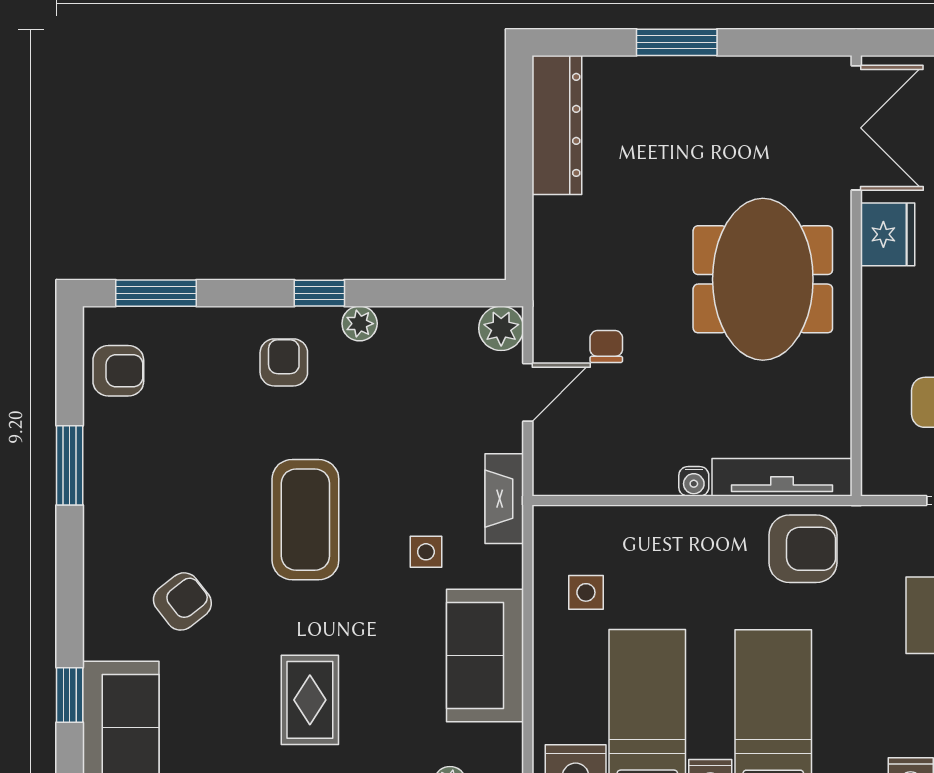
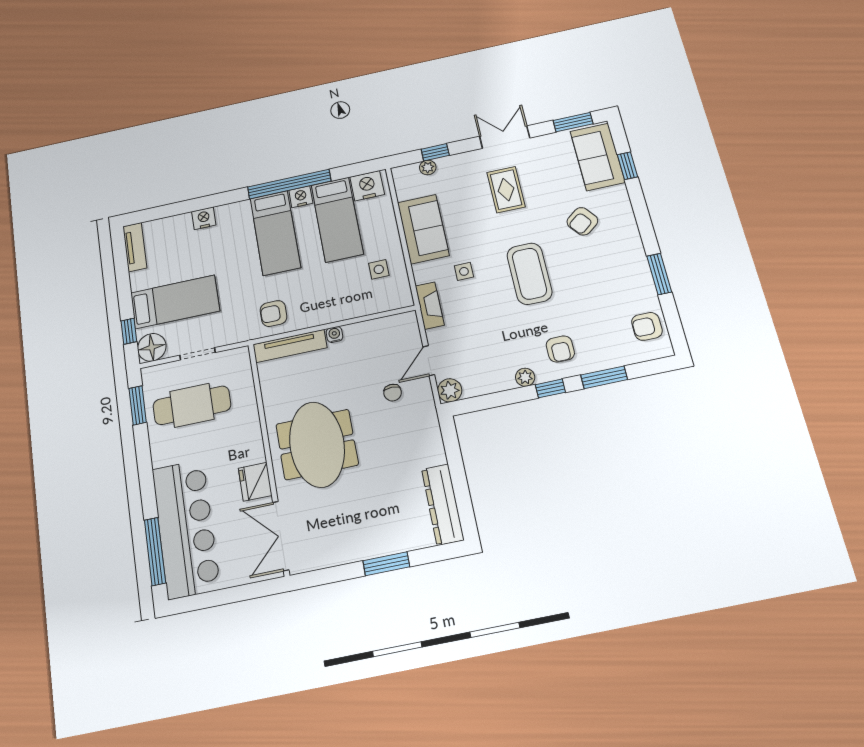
window: (156, 293) -> (604, 377), moved
armchair: (803, 549) -> (274, 314), width x0.72, depth x0.72

